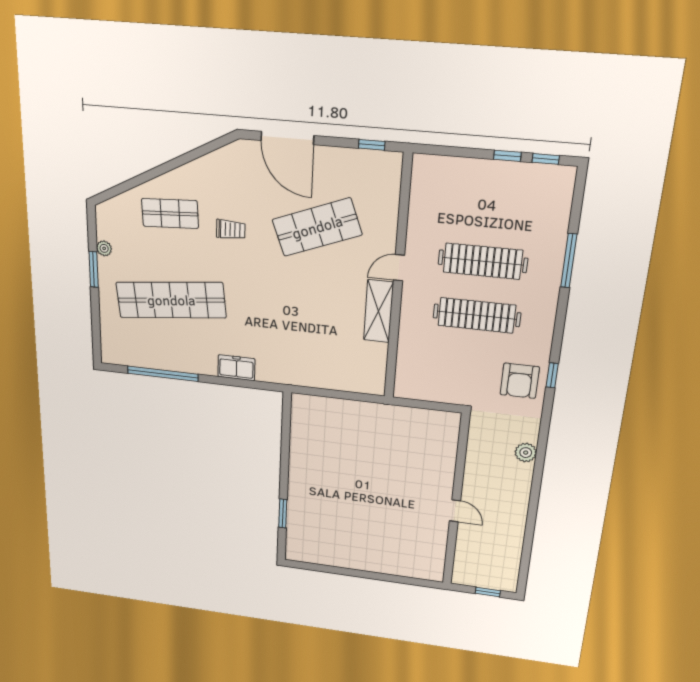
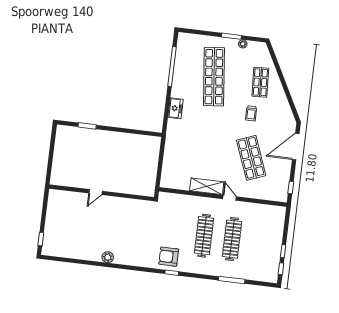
plant: (526, 453) -> (108, 257), moved
wall: (456, 501) -> (102, 193), moved
door: (455, 511) -> (96, 192), moved

